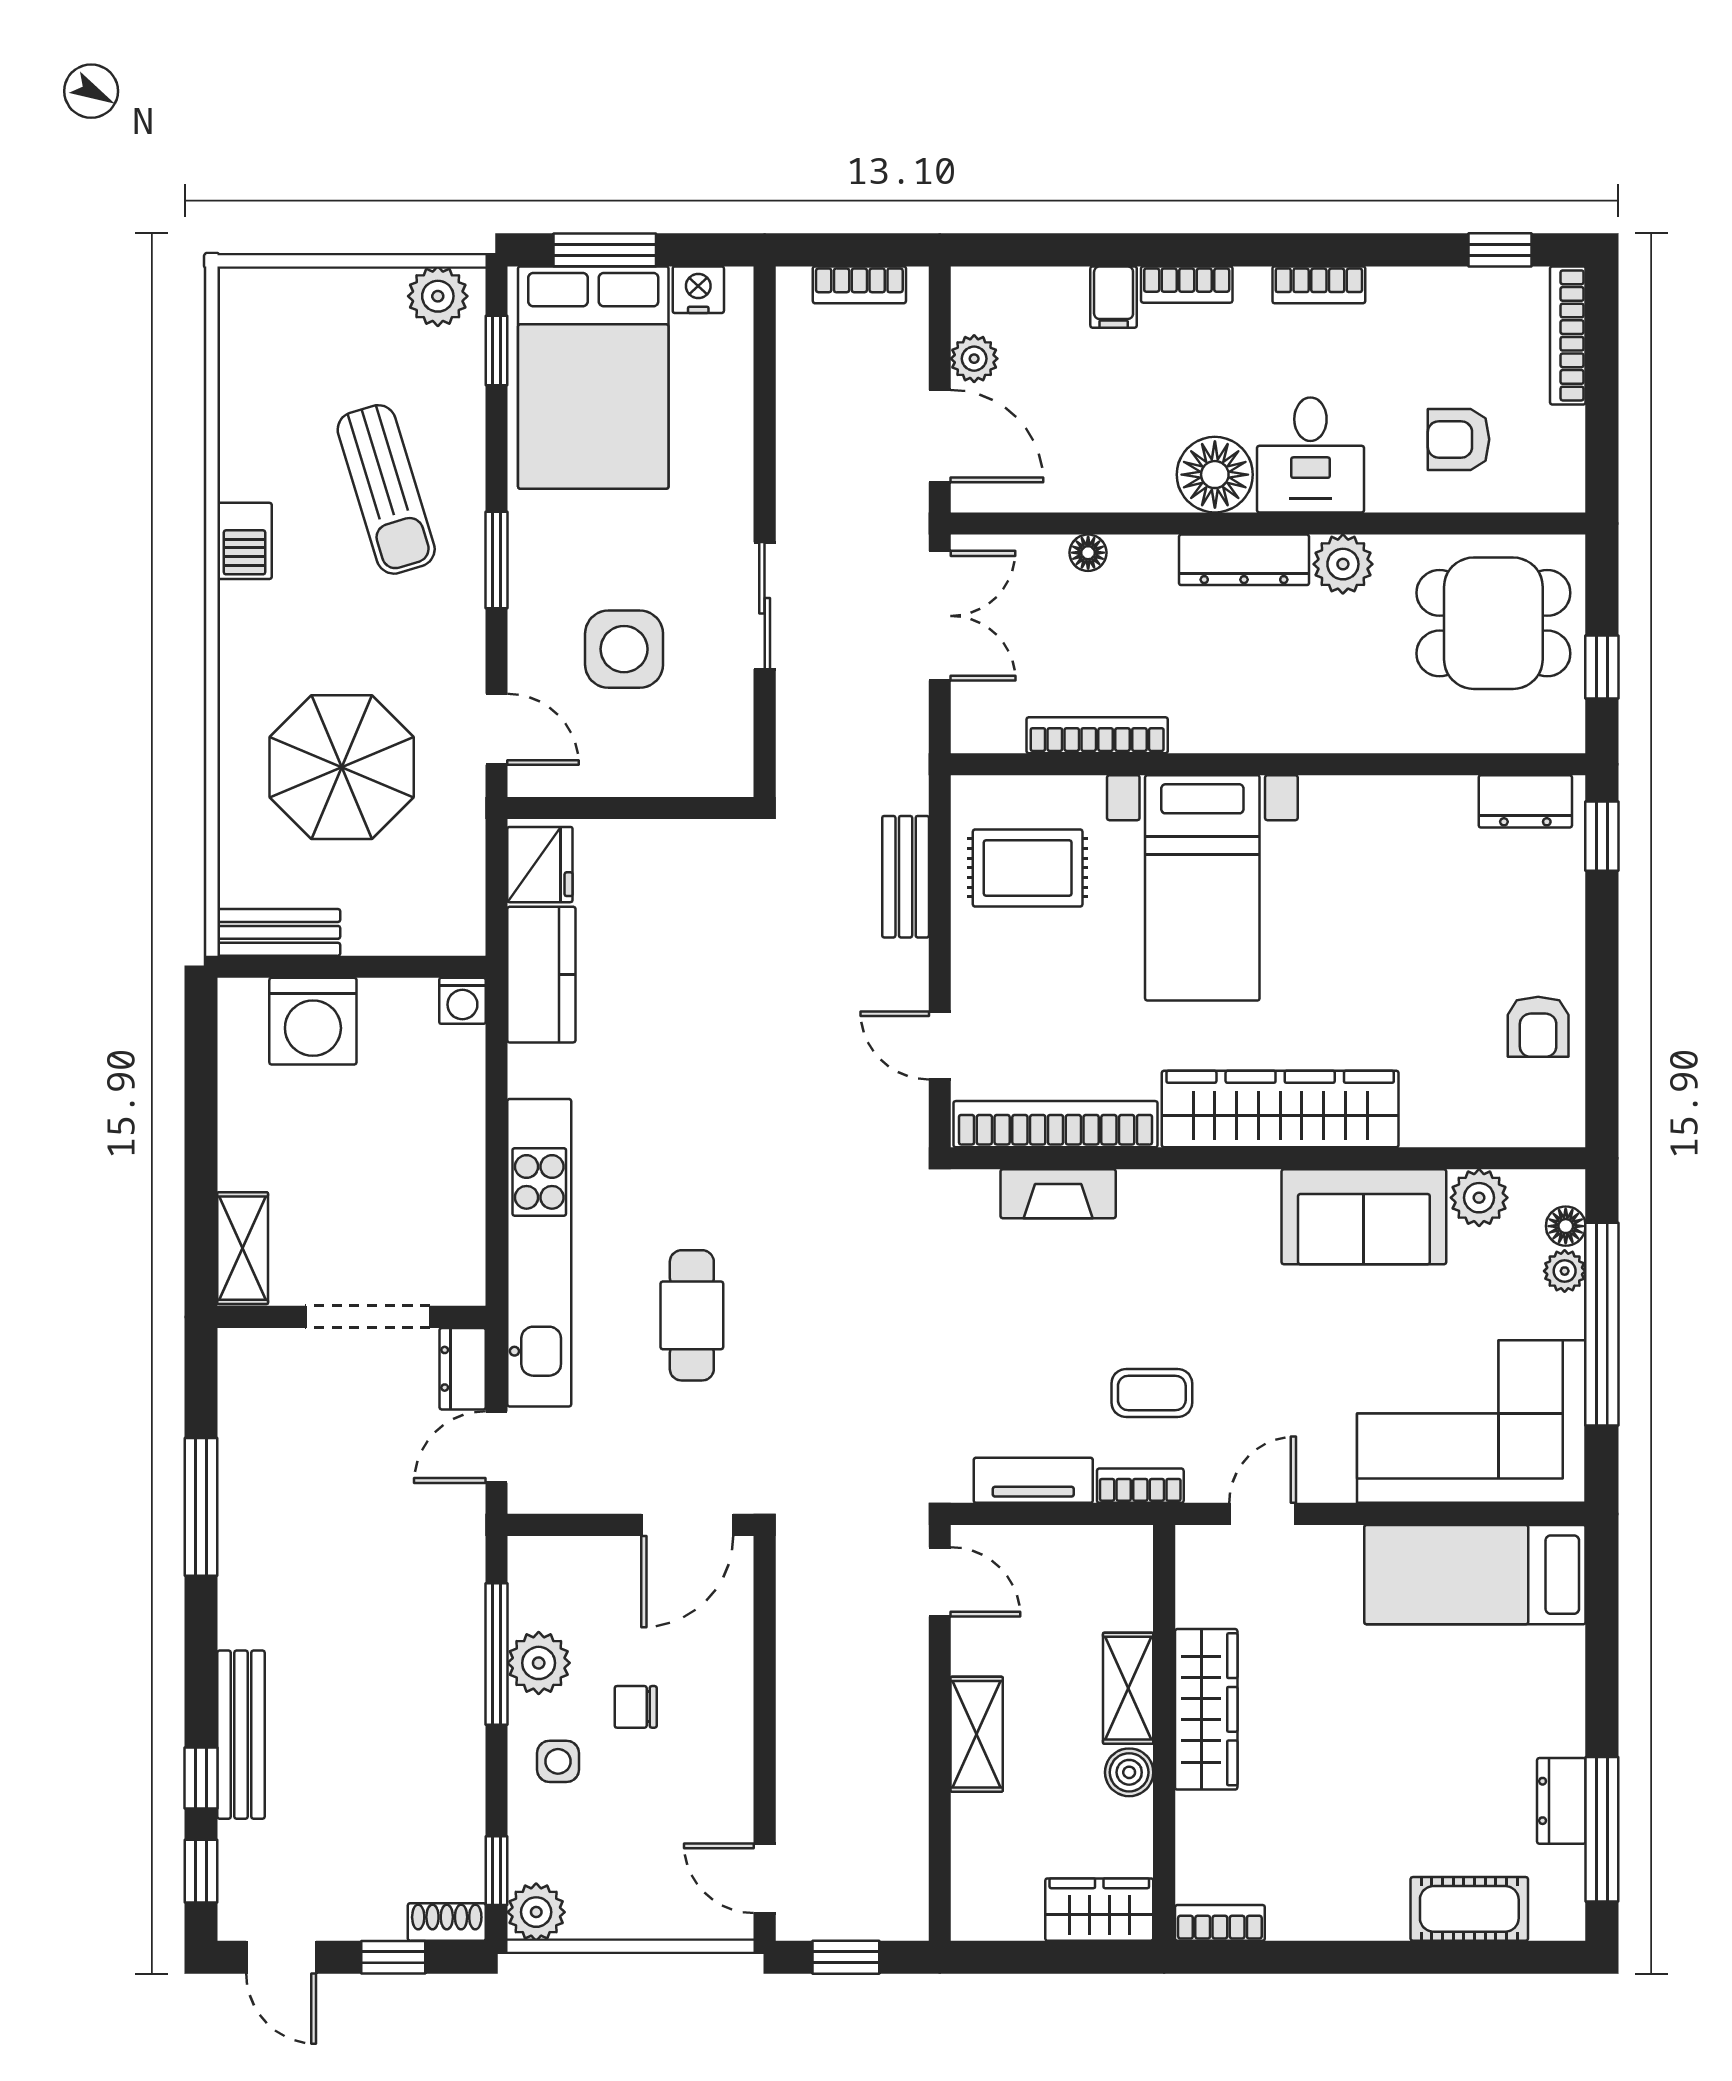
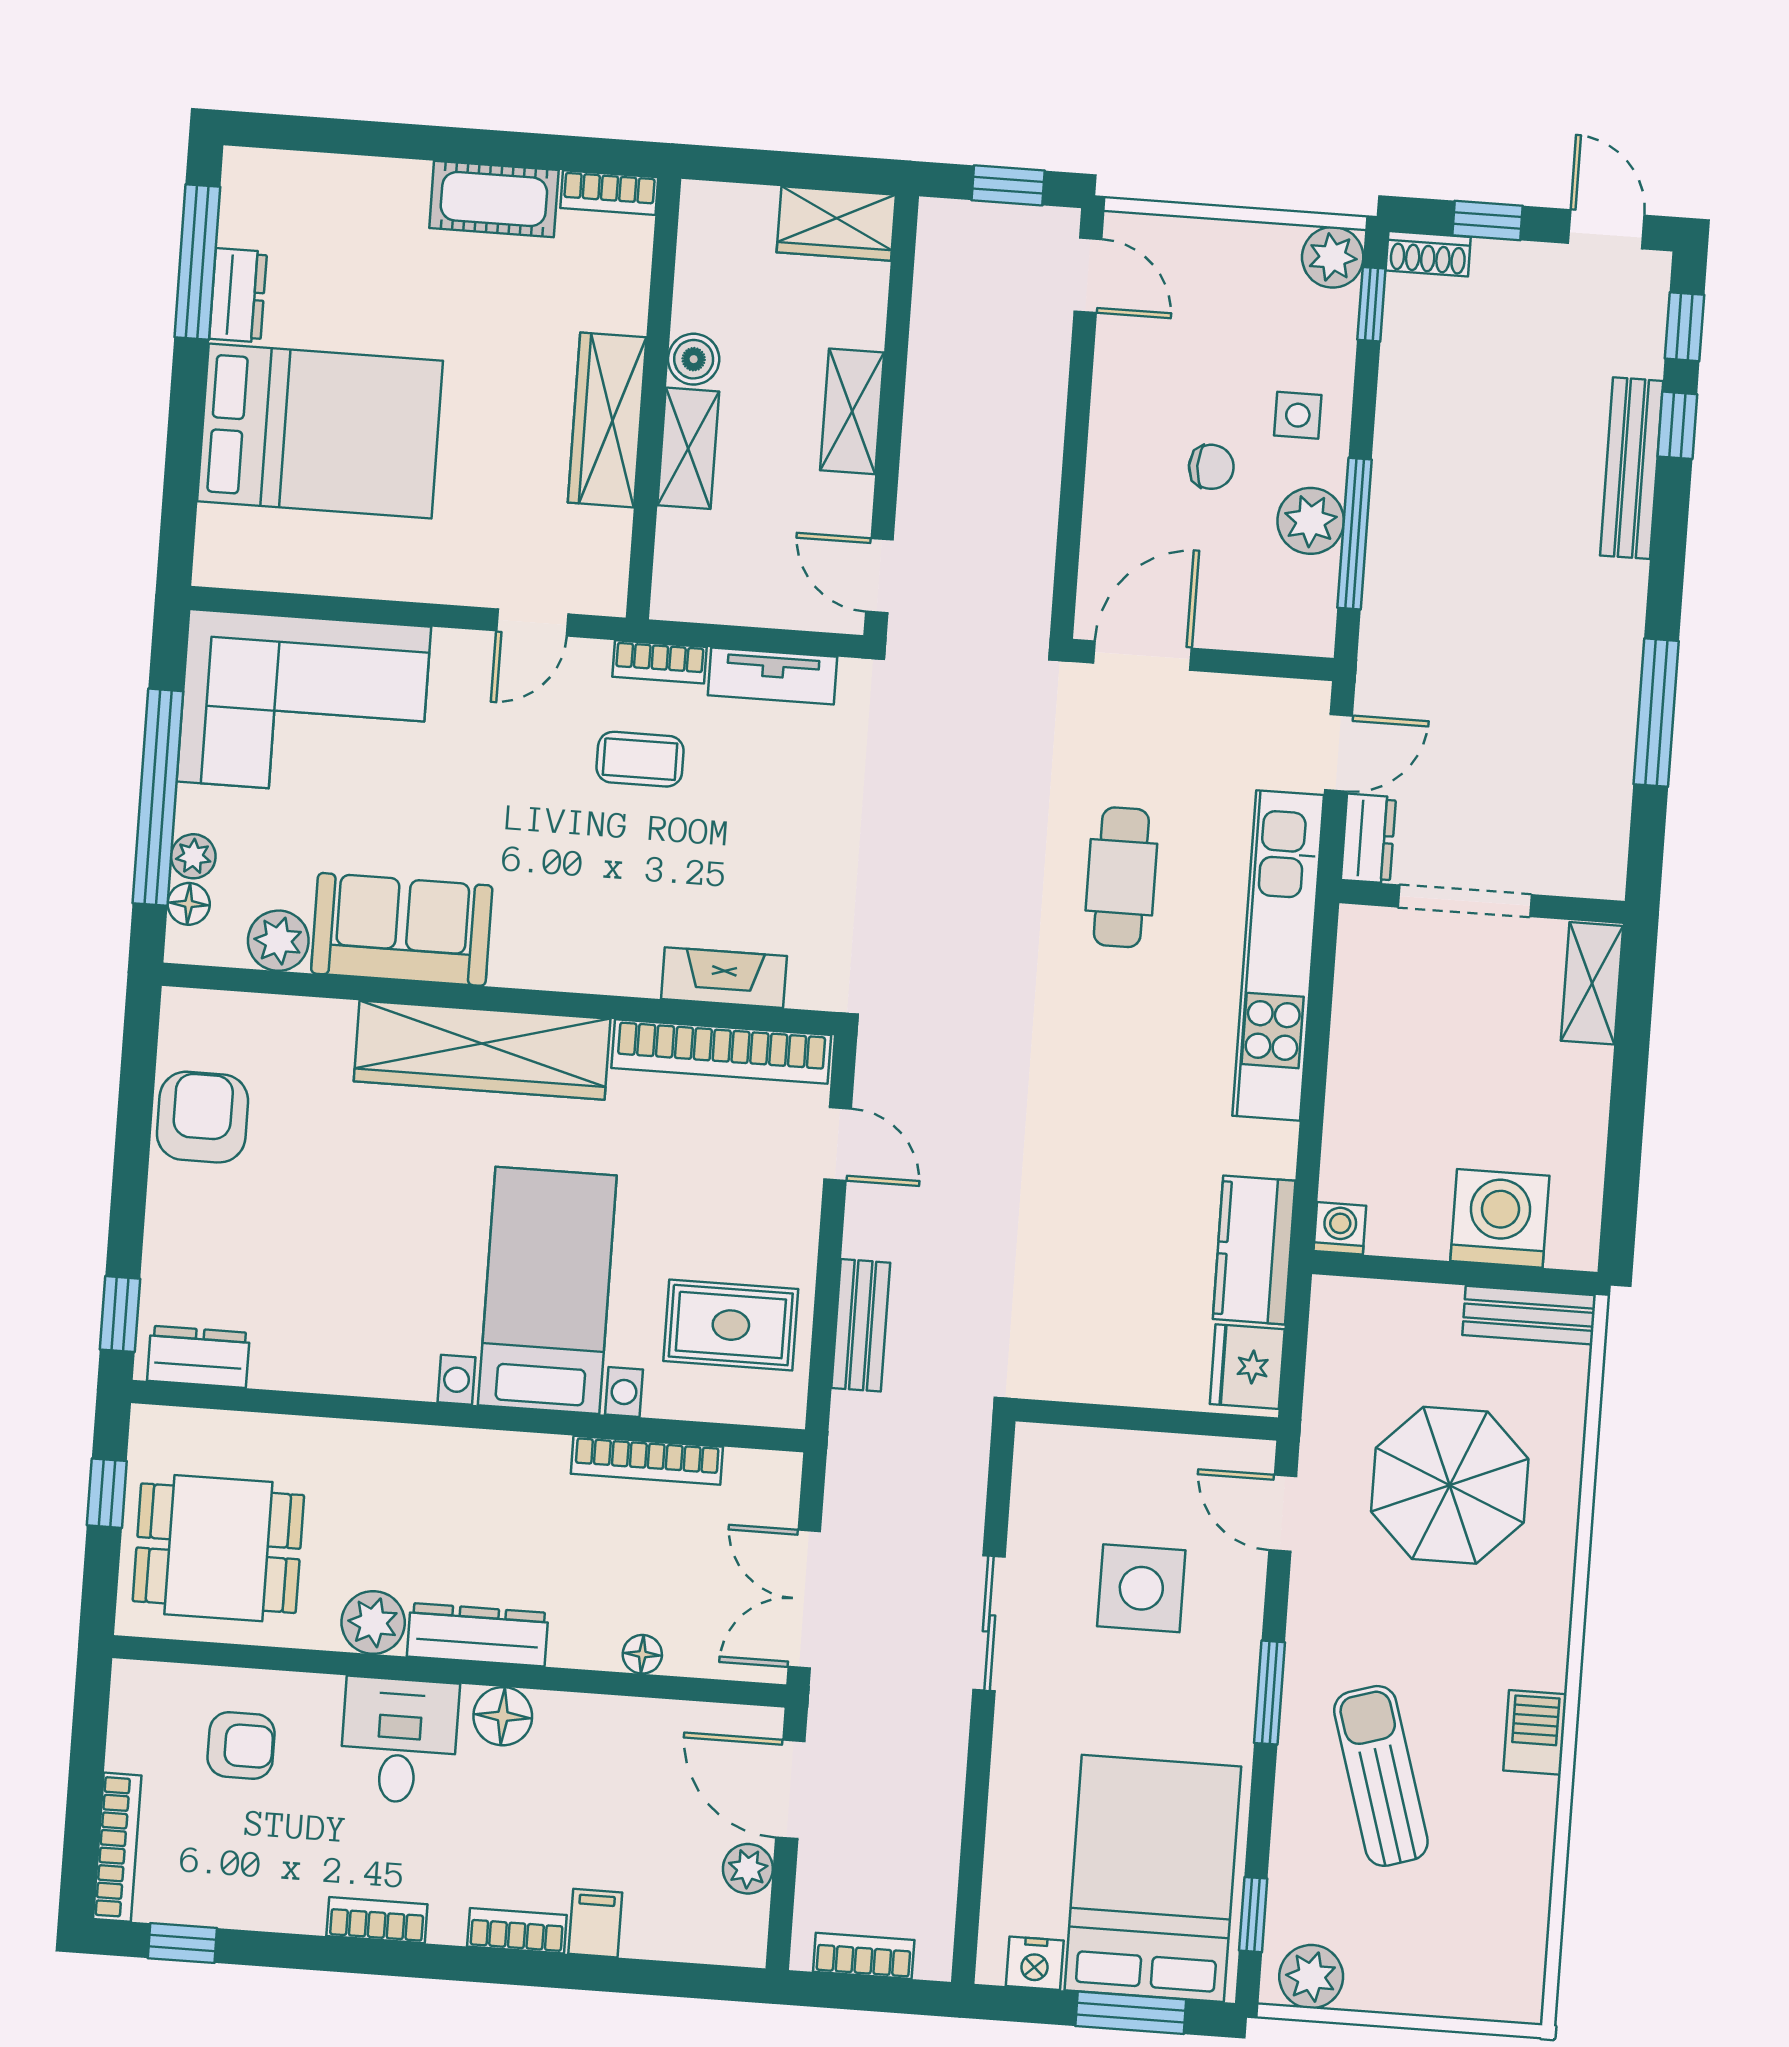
floor lamp: (1215, 475) -> (503, 1716), width x0.73, depth x0.73
armchair: (1538, 1027) -> (202, 1117), width x1.38, depth x1.38
bed: (1475, 1575) -> (320, 431), moved, width x1.50
cot: (1469, 1909) -> (494, 199), moved
wardrobe: (1099, 1910) -> (836, 223), moved

